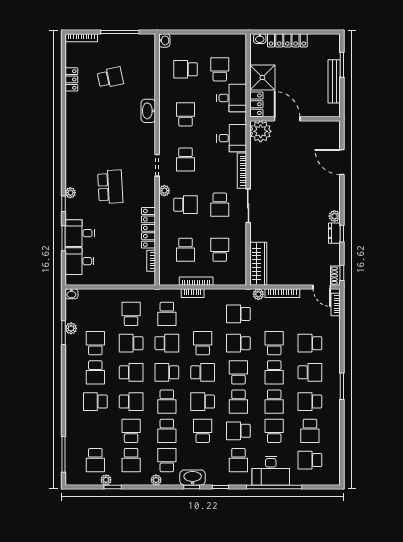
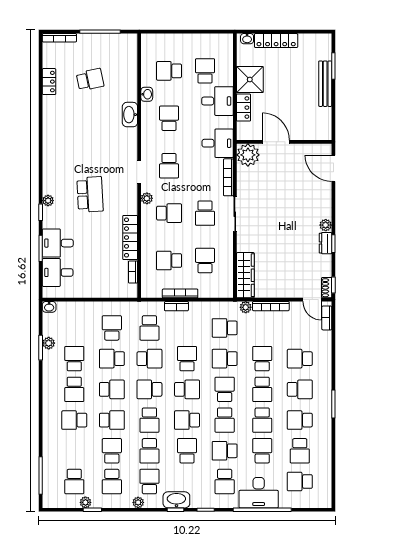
washbasin: (164, 40) -> (147, 94), moved
door: (287, 119) -> (276, 142), moved
wall: (295, 119) -> (284, 142), moved
plant: (261, 131) -> (248, 155), moved
school desk: (186, 250) -> (169, 261), turned 90

